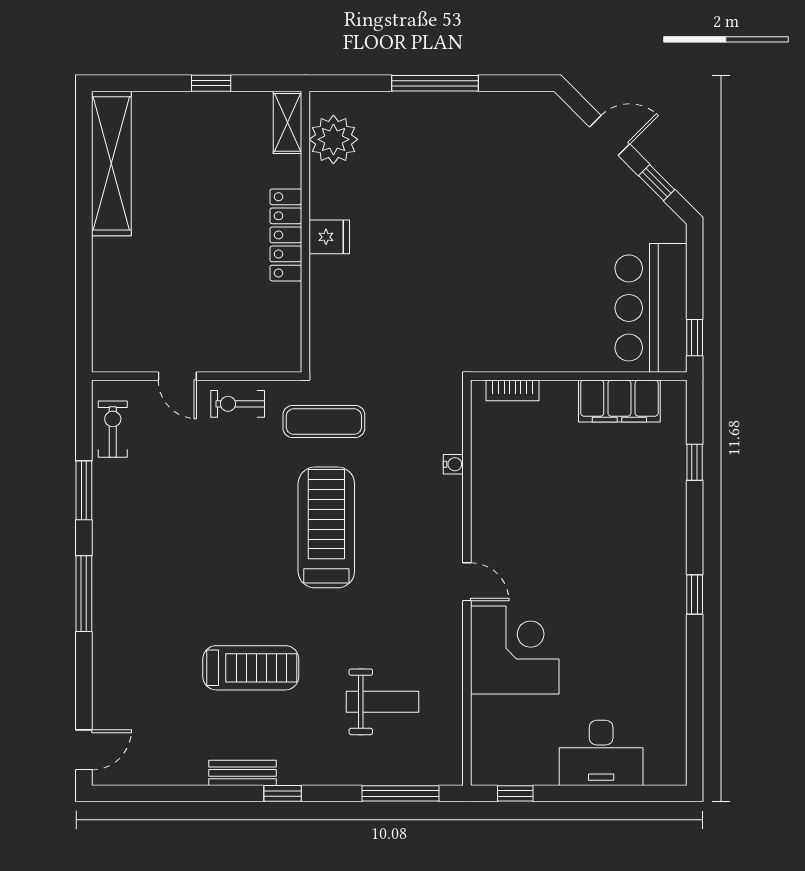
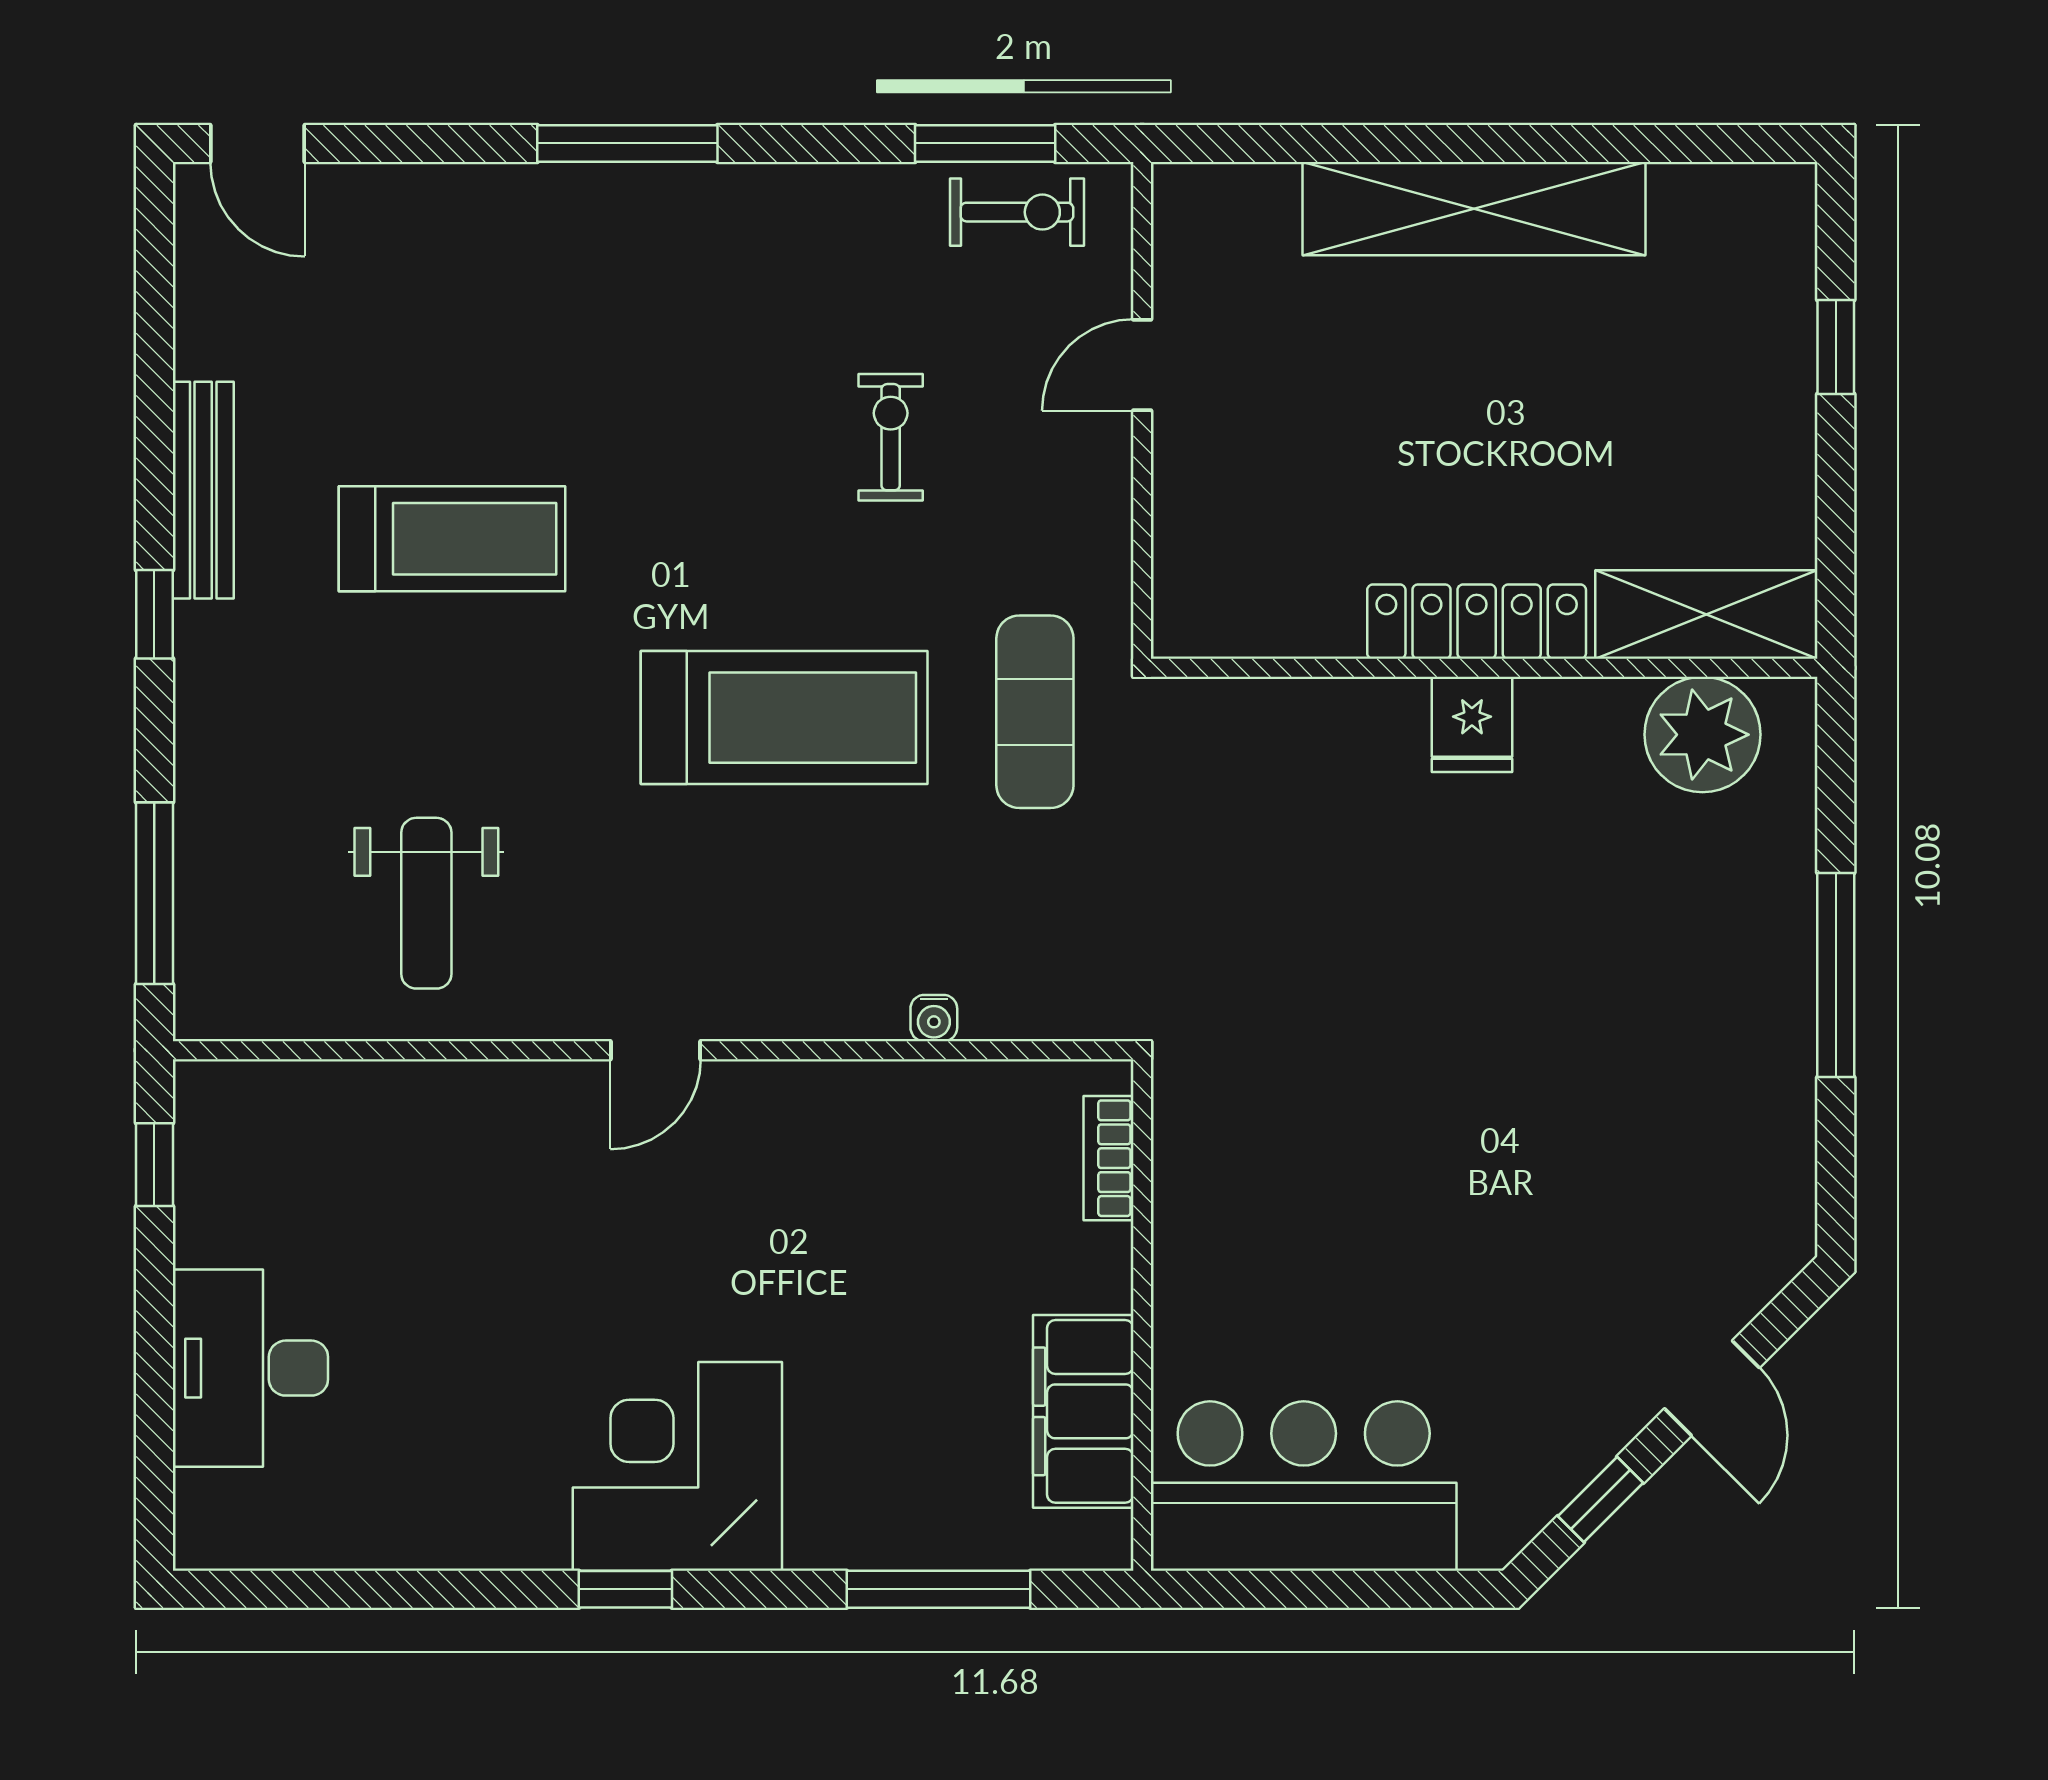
window: (211, 83) -> (1836, 347), moved
shelving: (287, 122) -> (1706, 615), width x1.50, depth x1.33
shelving: (111, 163) -> (1474, 209), moved
window: (695, 338) -> (1234, 1589), removed
exercise bike: (238, 404) -> (891, 437), moved
window: (695, 462) -> (938, 1589), width x2.17
window: (84, 490) -> (985, 143), moved
corner desk: (515, 650) -> (677, 1466), moved, turned 180
treadmill: (251, 668) -> (452, 539), turned -90
weight bench: (382, 702) -> (426, 903), moved
bench: (242, 773) -> (203, 490), width x1.36

